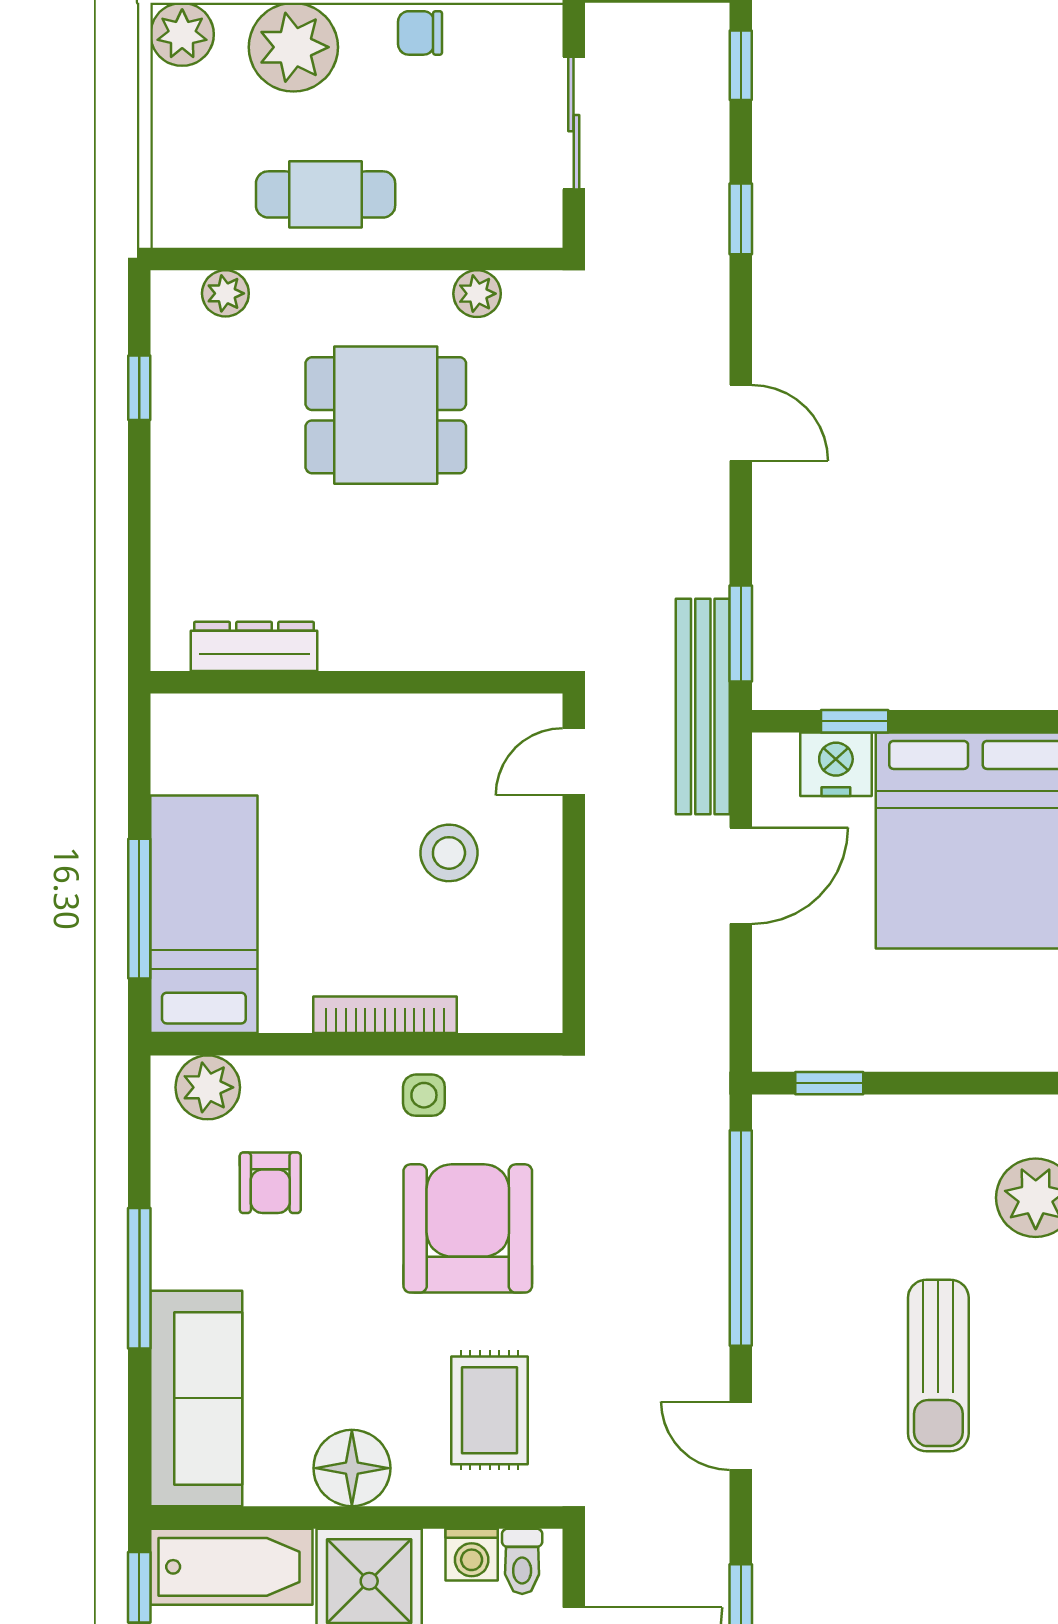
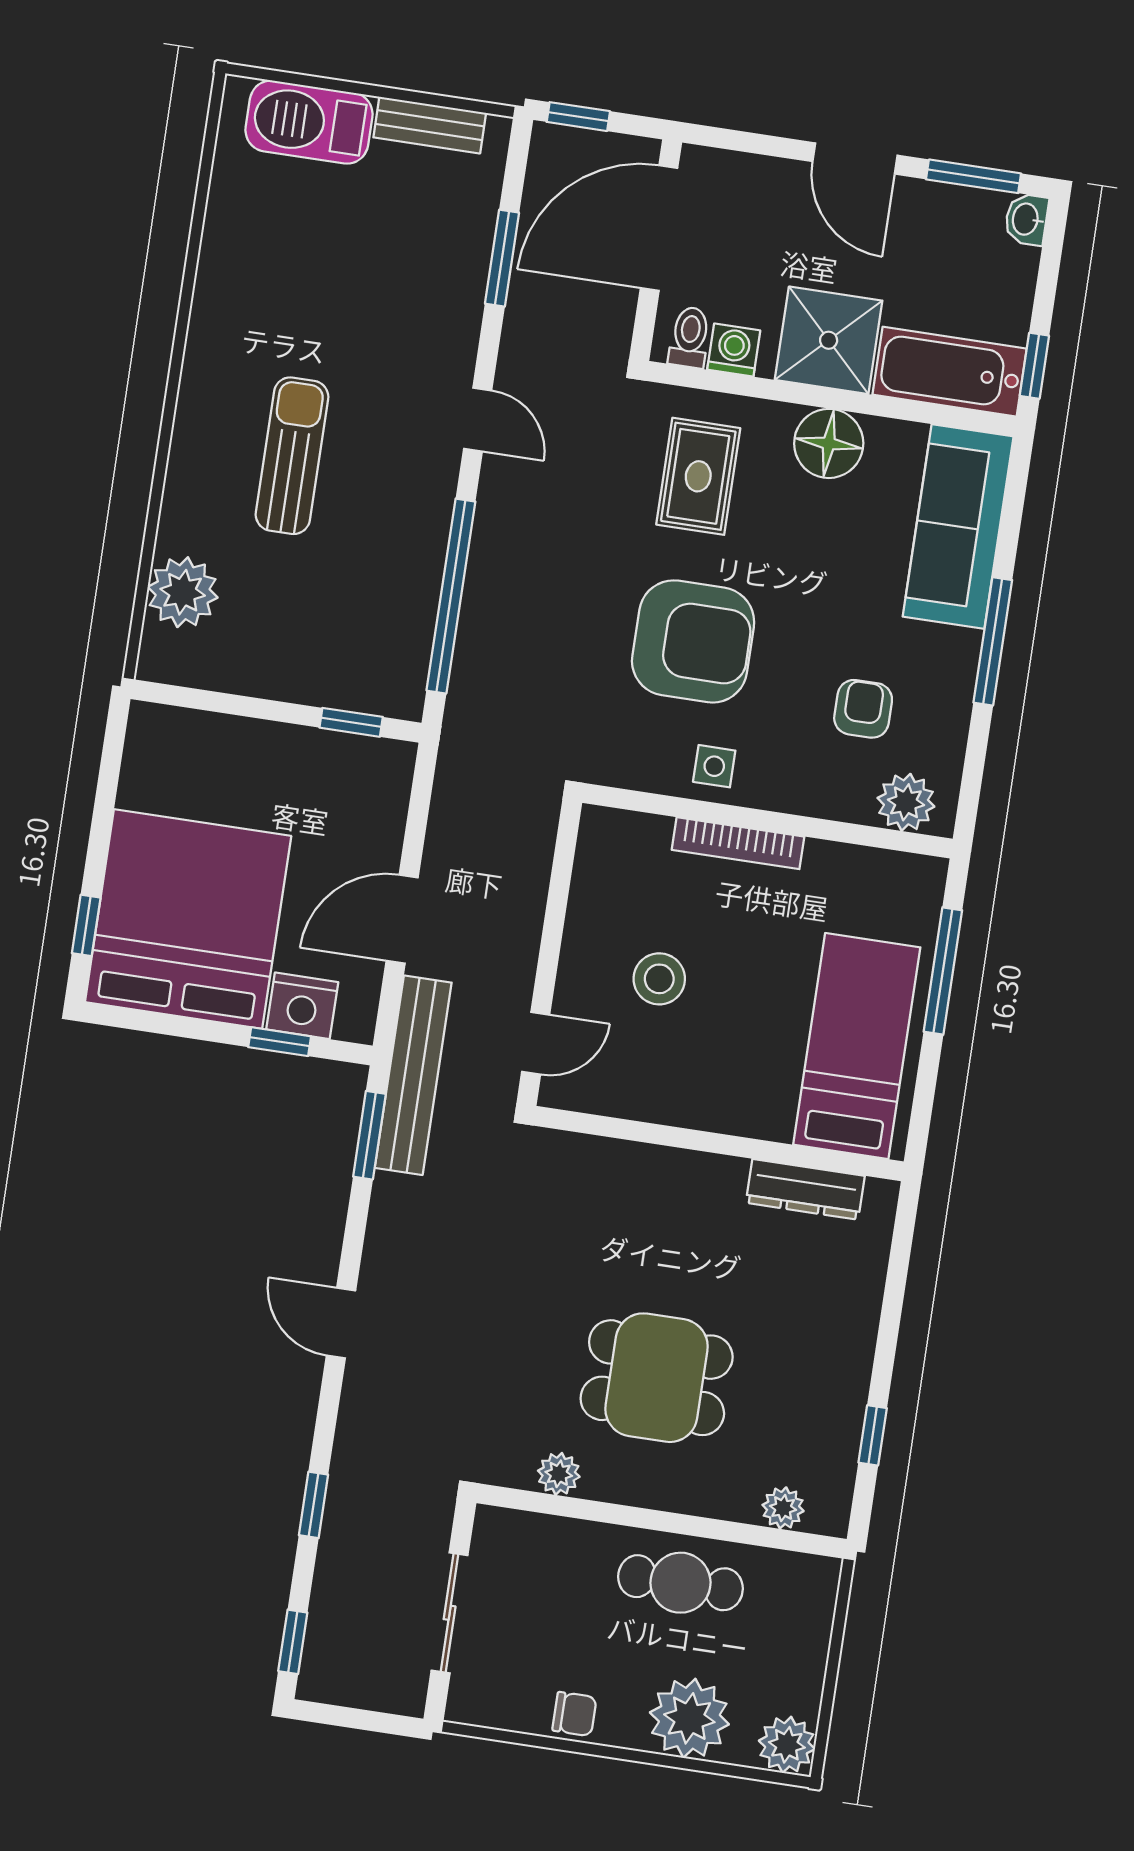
bed: (204, 914) -> (857, 1046), moved, turned 180
armchair: (468, 1228) -> (693, 641), turned -90

